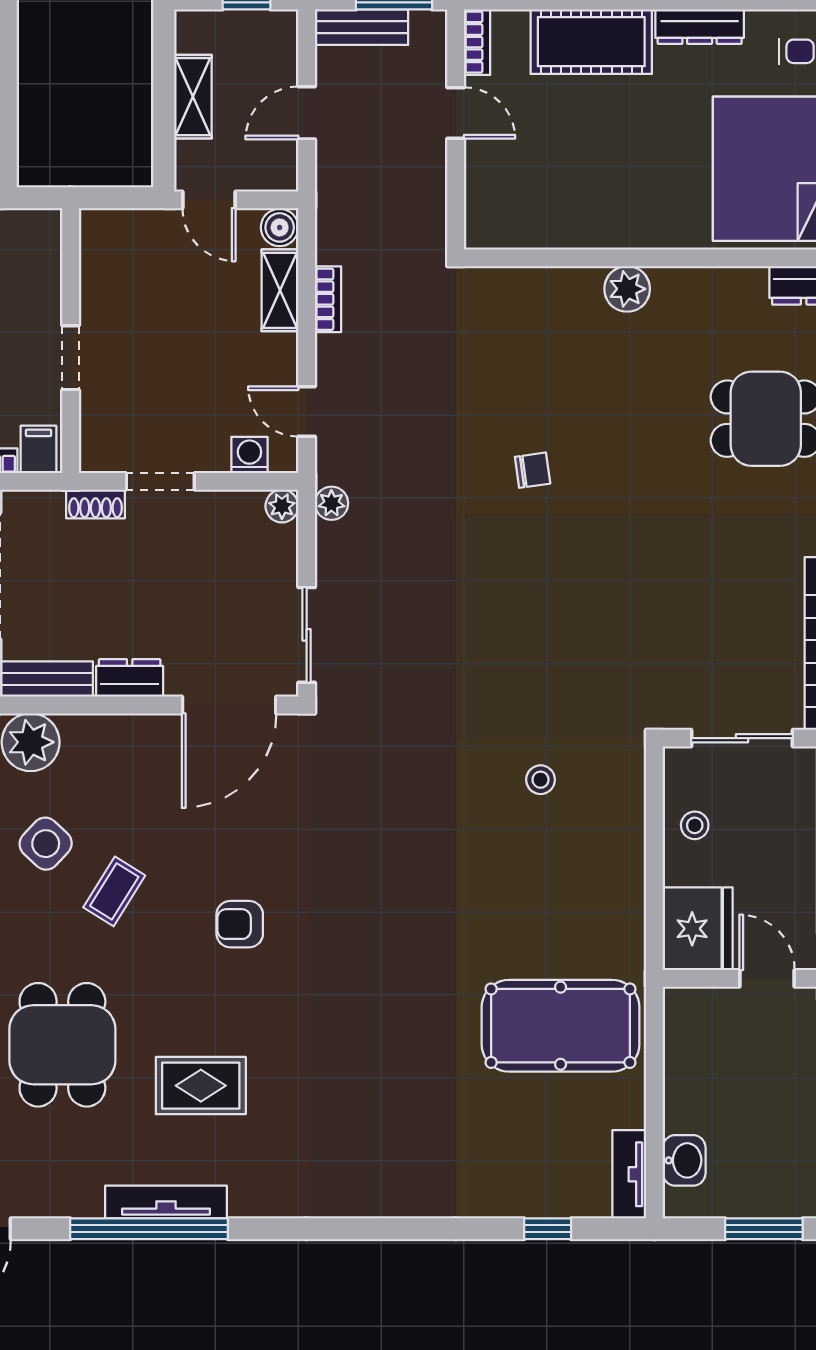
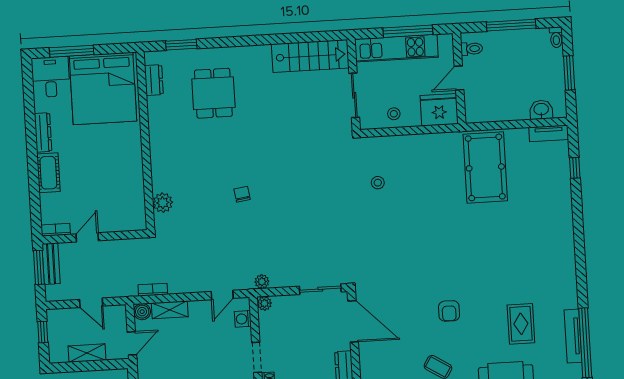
bench: (362, 27) -> (51, 264), moved
cot: (591, 42) -> (48, 173), width x0.73, depth x0.75
plant: (627, 289) -> (163, 203), moved
bookcase: (328, 299) -> (153, 290), moved

